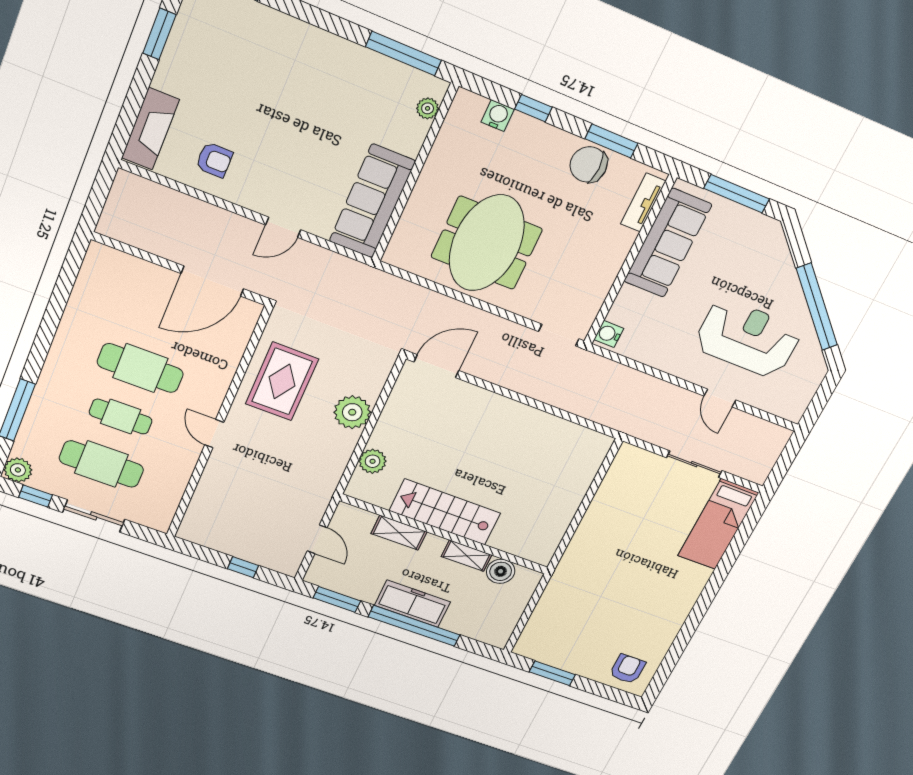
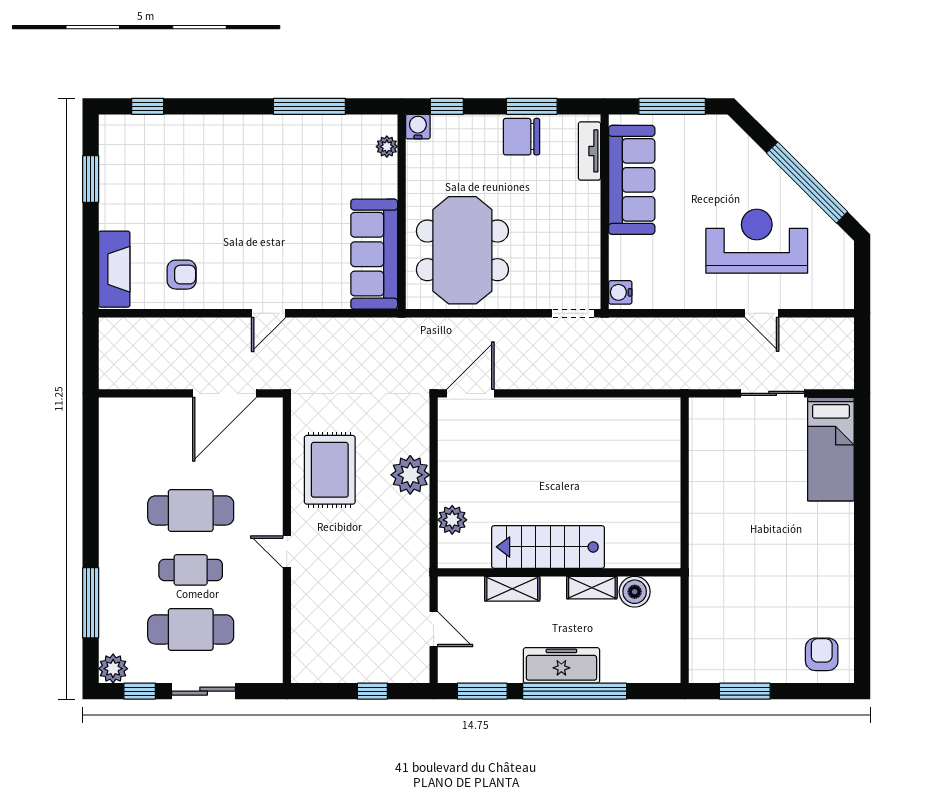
plant: (428, 108) -> (387, 147), moved
wall: (415, 174) -> (402, 212), moved
sofa: (372, 201) -> (374, 254), moved

